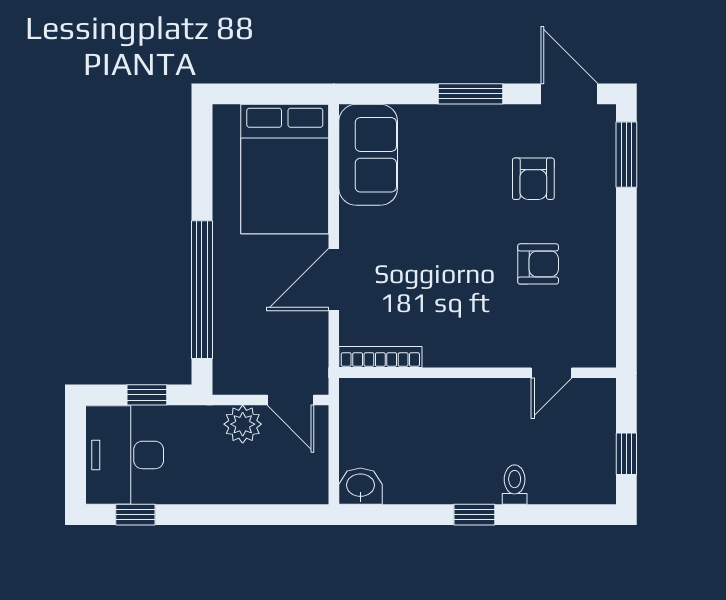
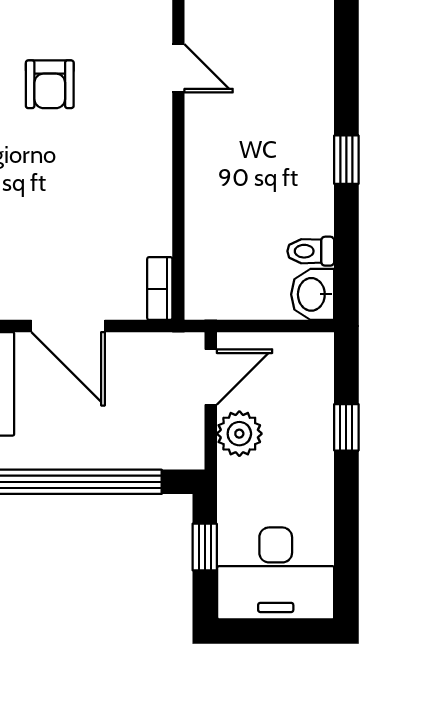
armchair: (538, 264) -> (50, 84), turned 180
bookcase: (380, 357) -> (160, 289), width x0.64
toilet: (515, 485) -> (311, 251), moved
window: (135, 515) -> (346, 427), moved

